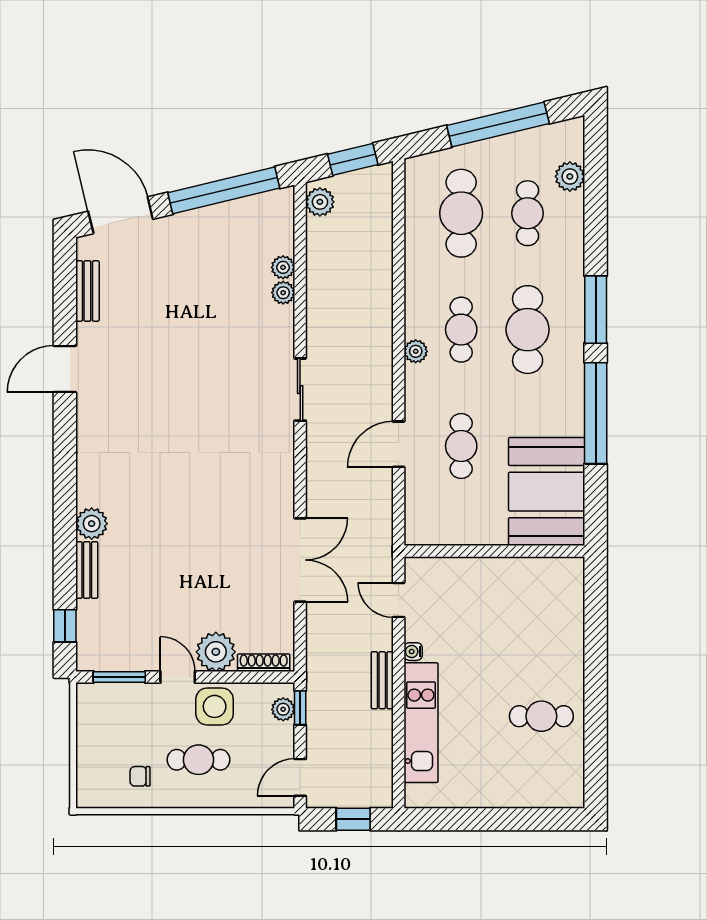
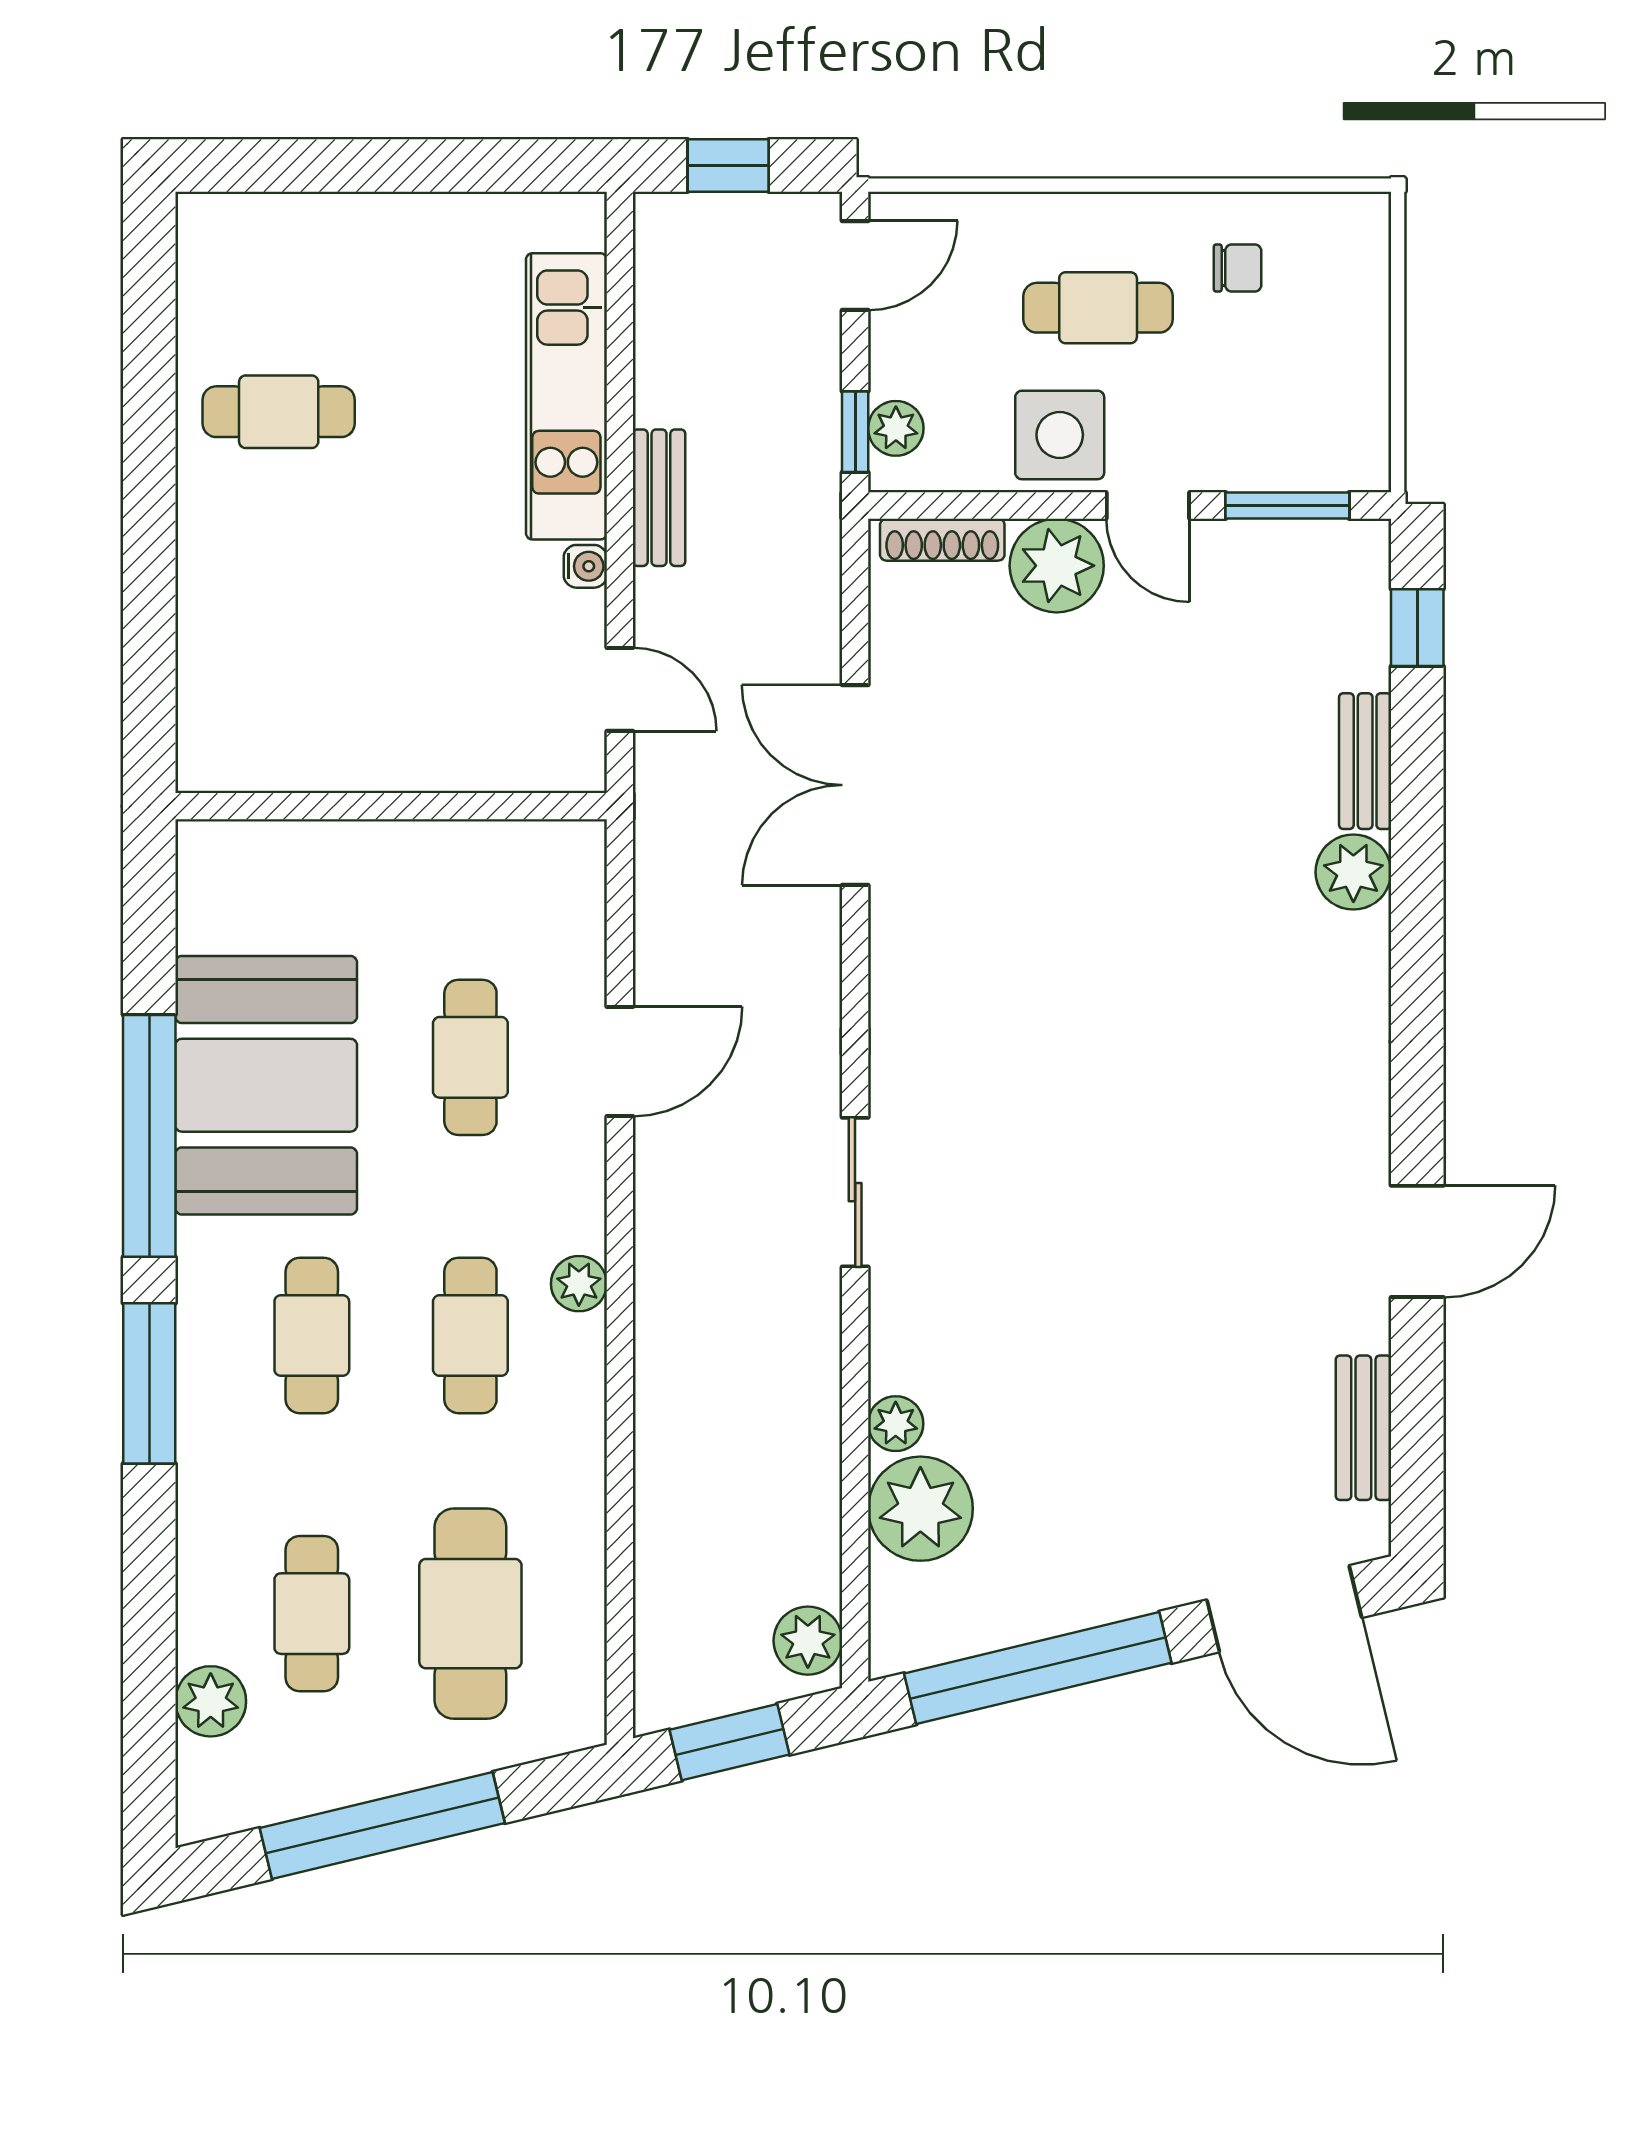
plant: (283, 267) -> (920, 1509), width x1.88, depth x1.88
cafe table: (528, 330) -> (312, 1335), width x0.73, depth x0.74
booth: (547, 492) -> (266, 1085), moved

